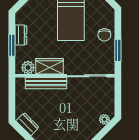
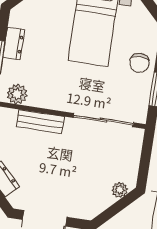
wardrobe: (49, 66) -> (50, 97), removed
bench: (46, 83) -> (40, 122), width x0.73

